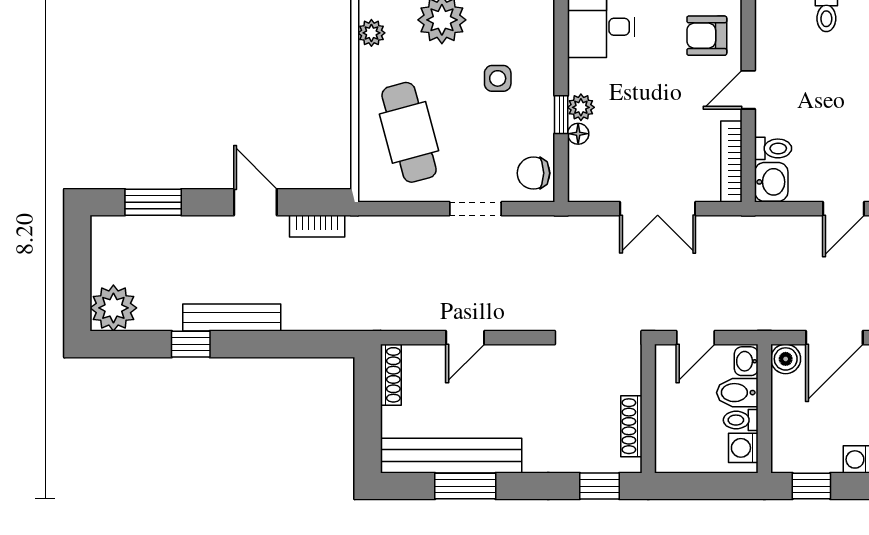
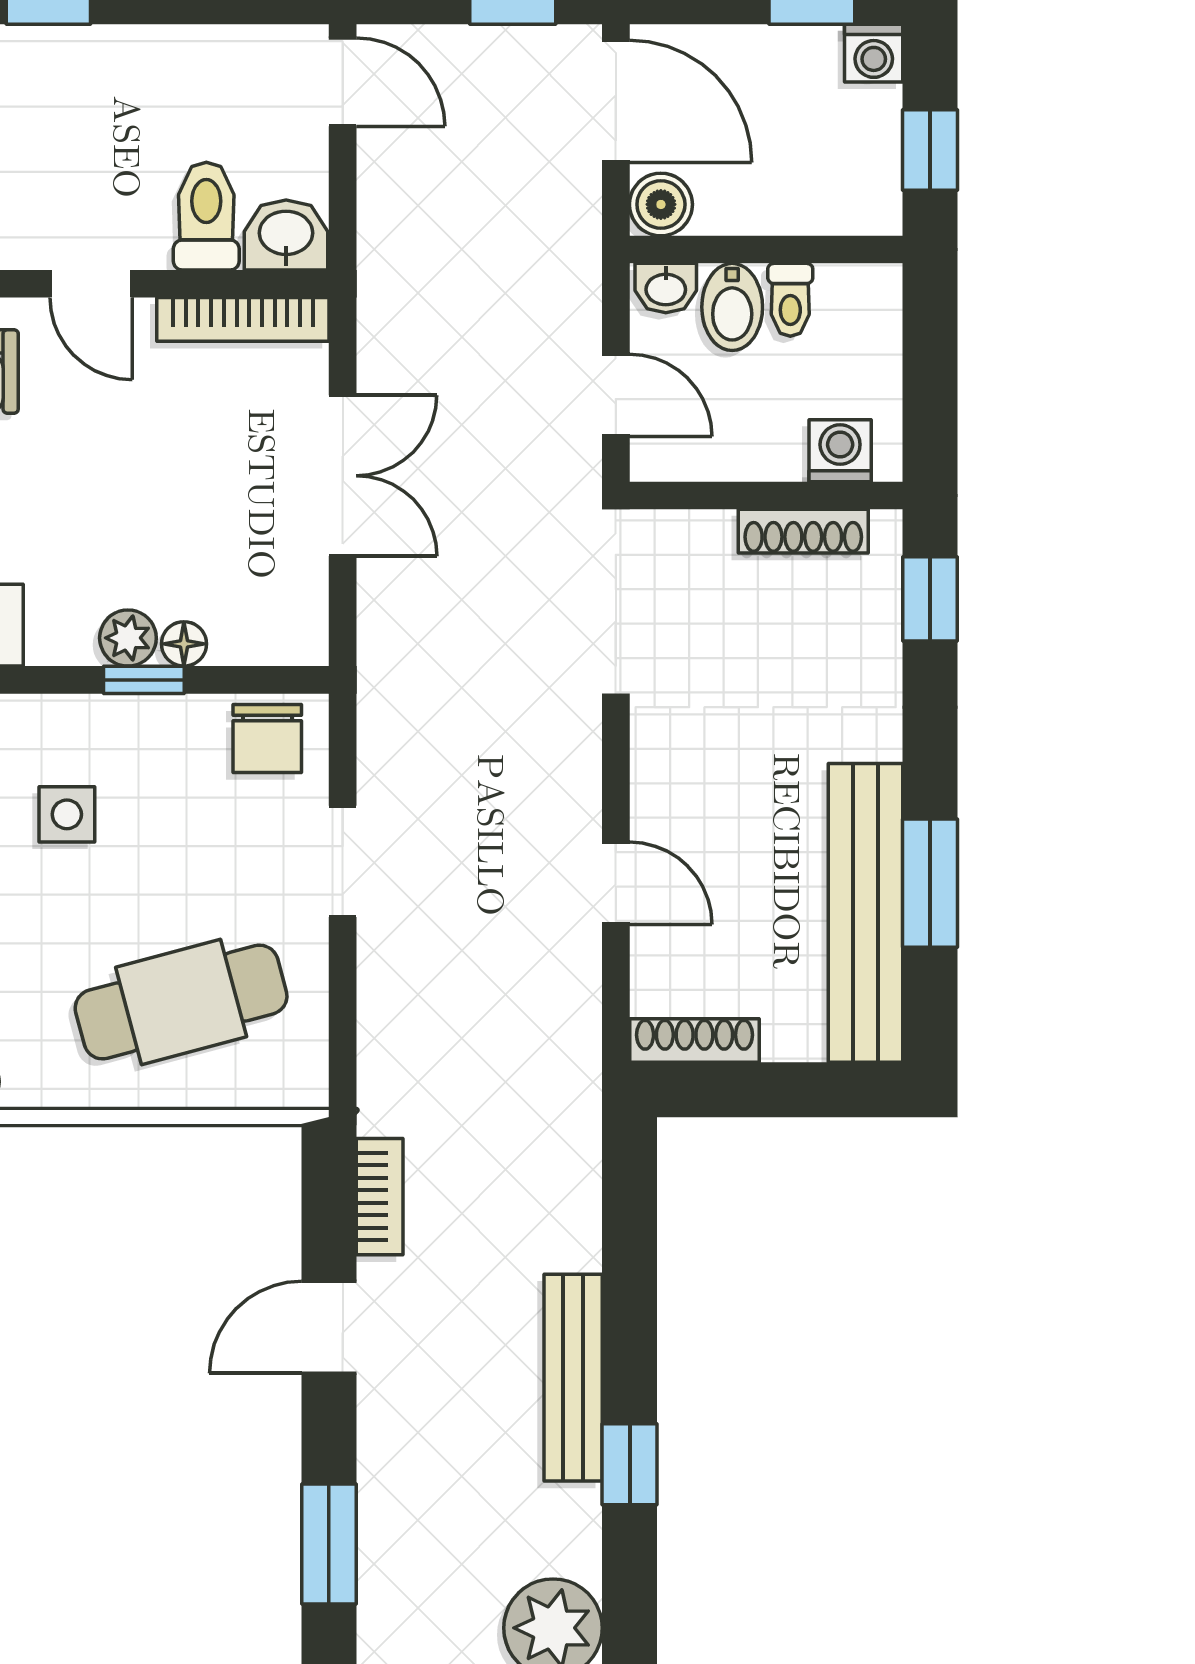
toilet: (773, 148) -> (206, 216), width x1.37, depth x1.39
washing machine: (743, 448) -> (840, 451), moved, turned 180

